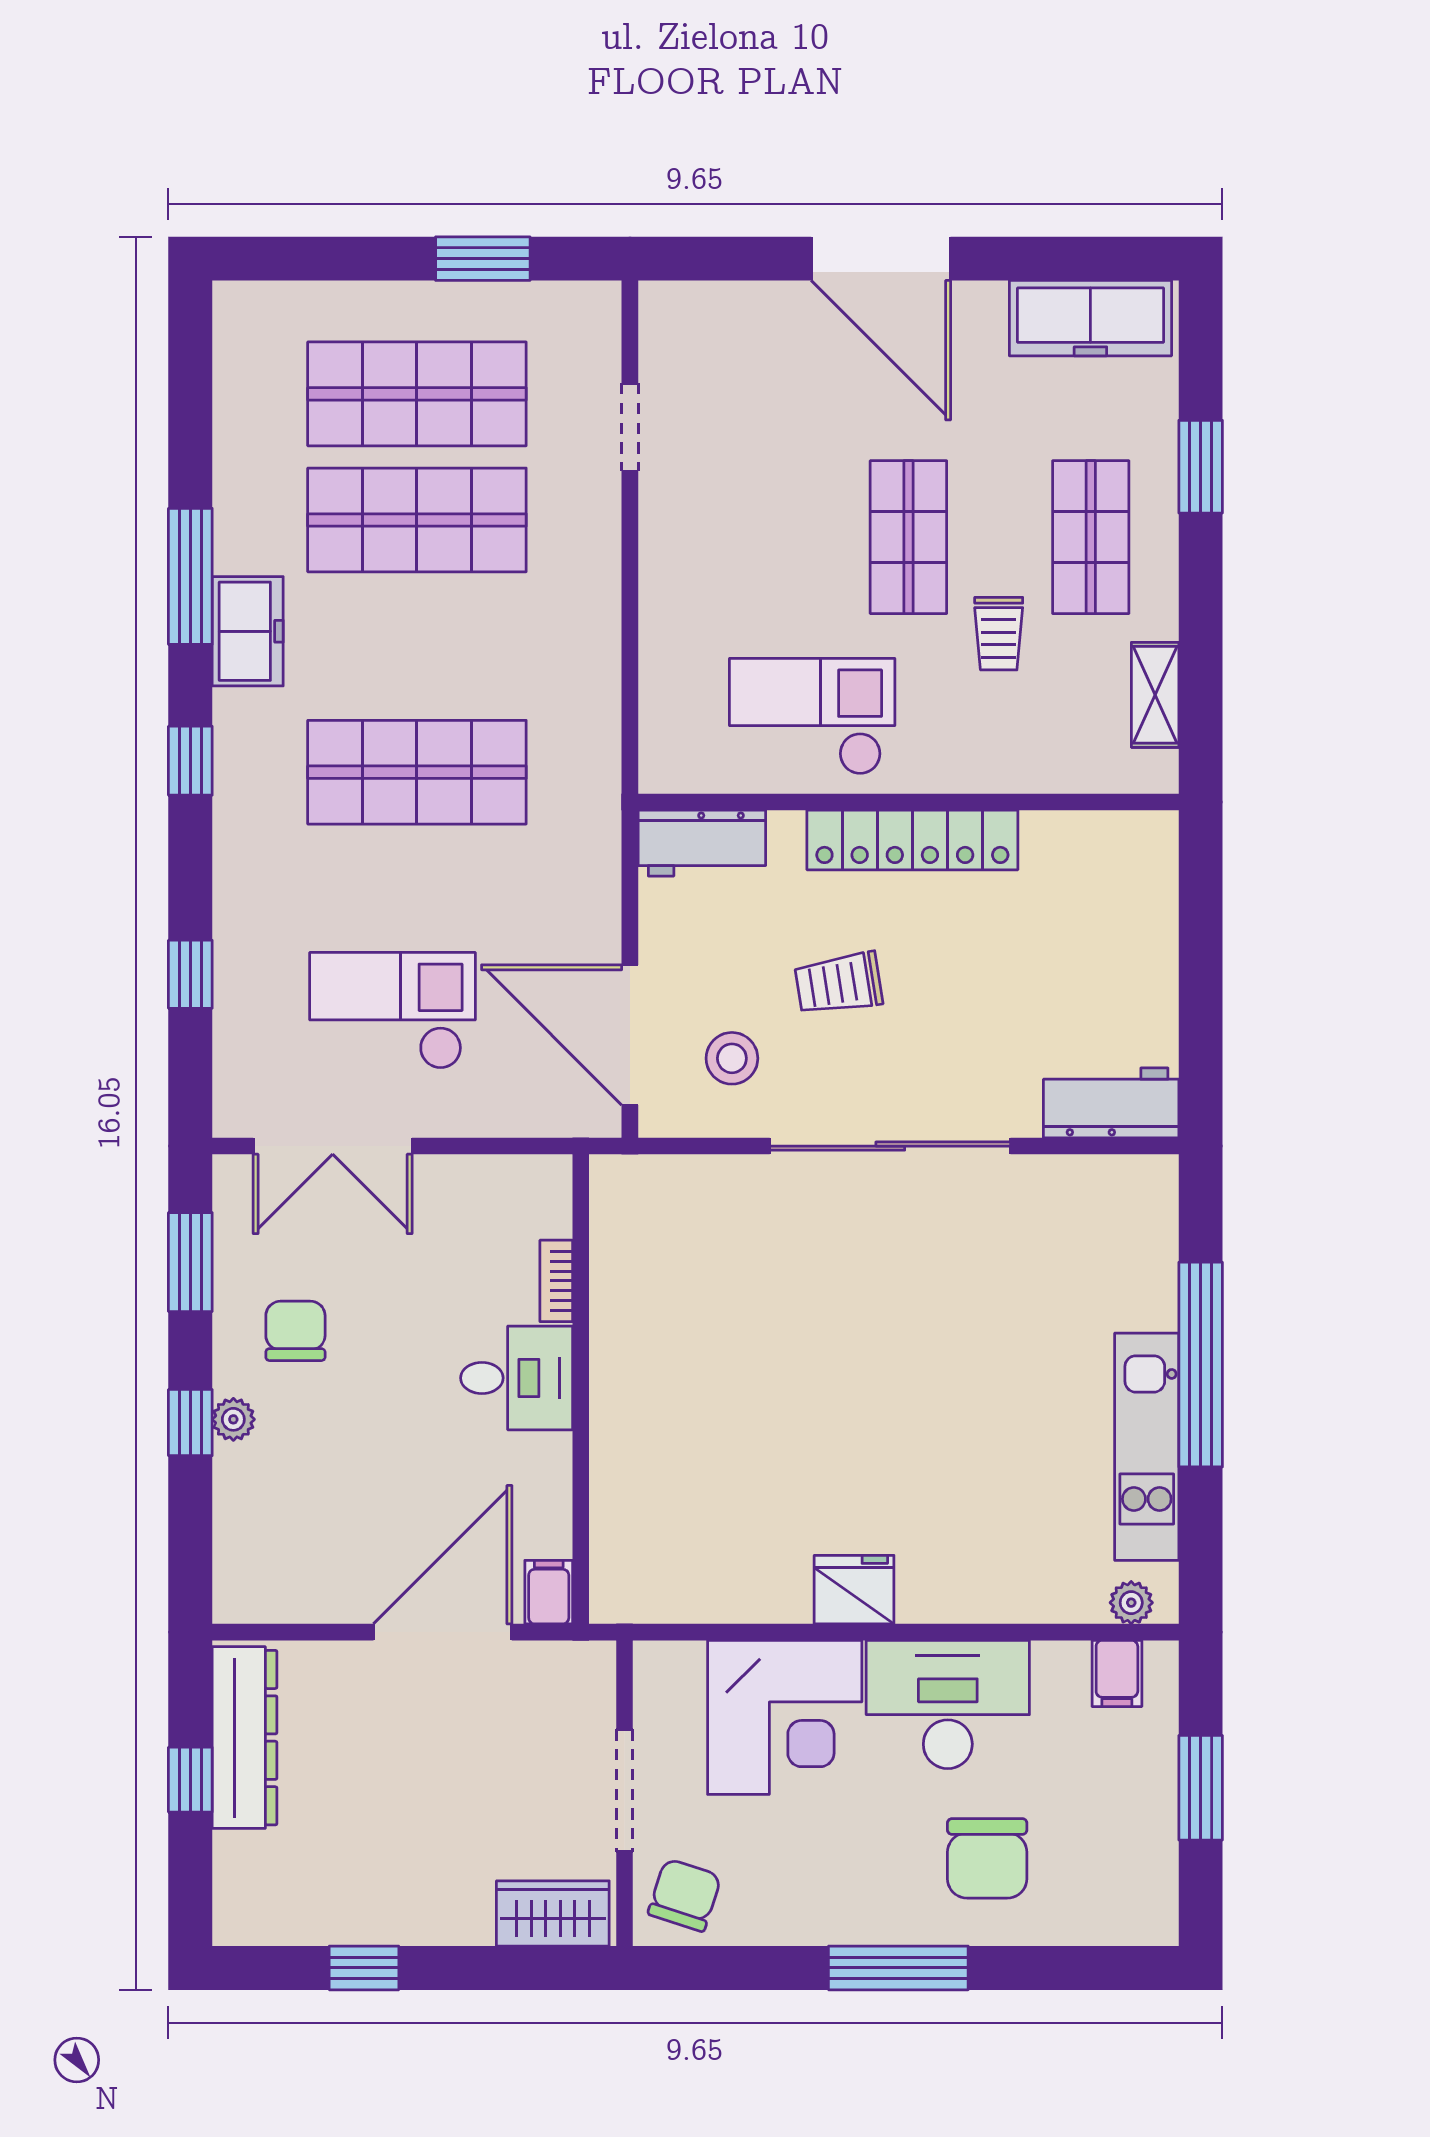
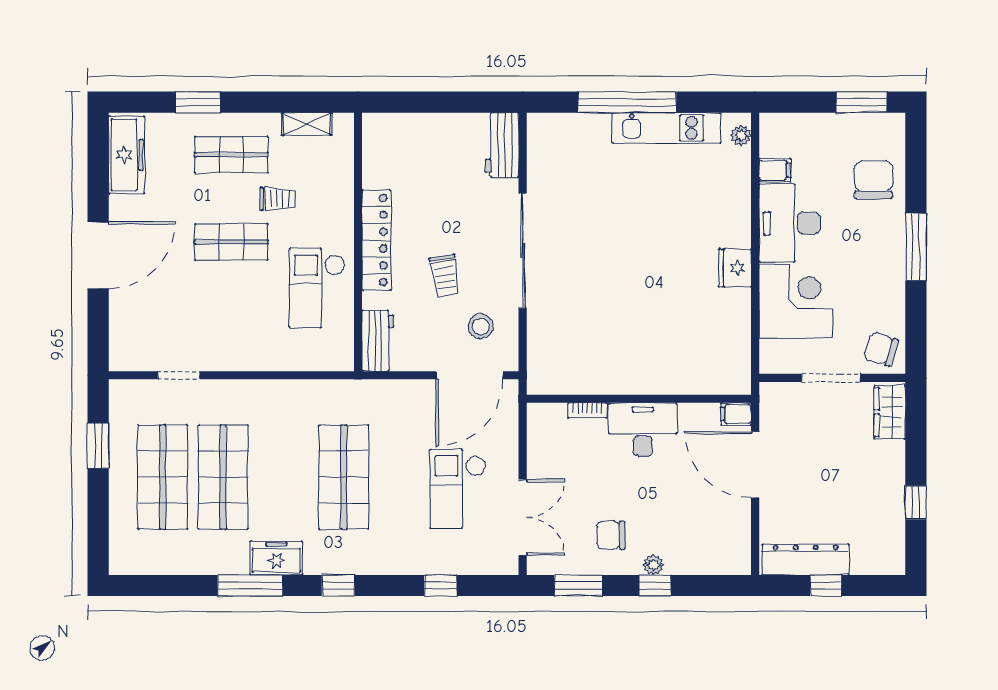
desk: (517, 1378) -> (643, 429), width x1.37
filing cabinet: (1117, 1673) -> (775, 170), moved
window: (1201, 1788) -> (861, 102), moved
chair: (987, 1858) -> (873, 180), moved, turned -90

